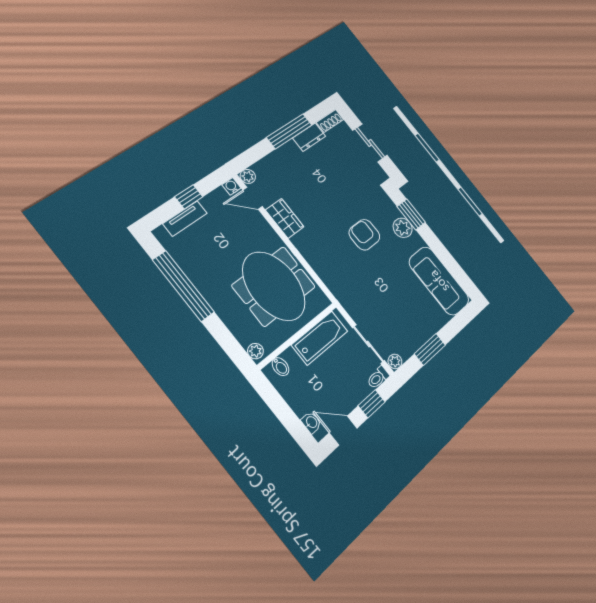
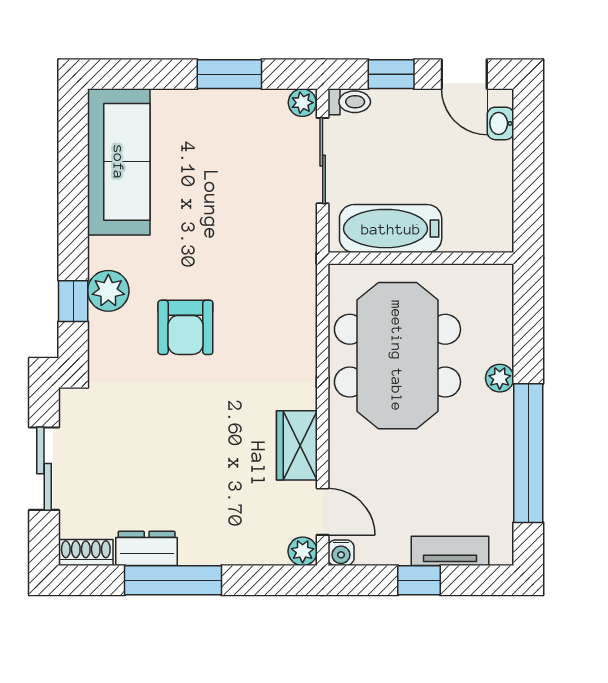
window: (411, 214) -> (73, 301), width x0.67
plant: (255, 351) -> (500, 378), moved
bidet: (280, 367) -> (482, 234), removed

